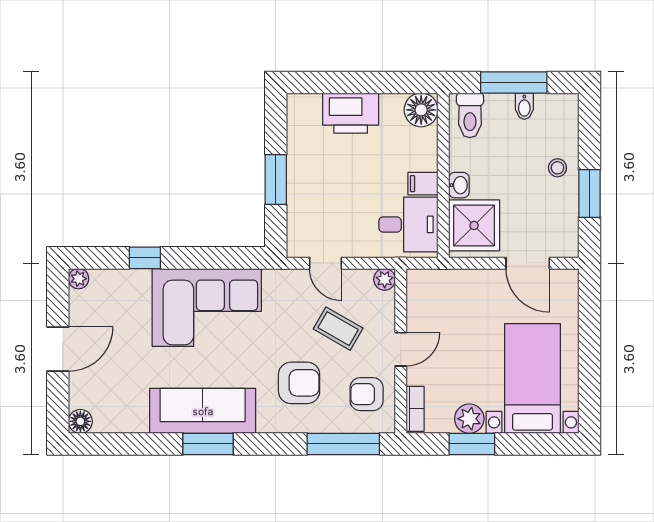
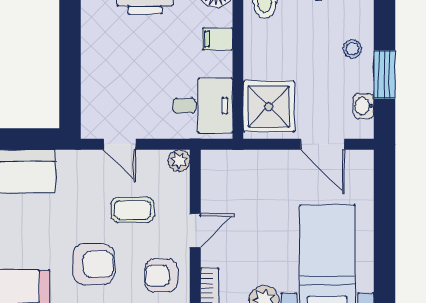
window: (276, 180) -> (70, 60), removed
filing cabinet: (423, 184) -> (218, 39), moved
washbasin: (459, 185) -> (363, 106), moved, turned 180
coffee table: (338, 329) -> (132, 210), turned -30

